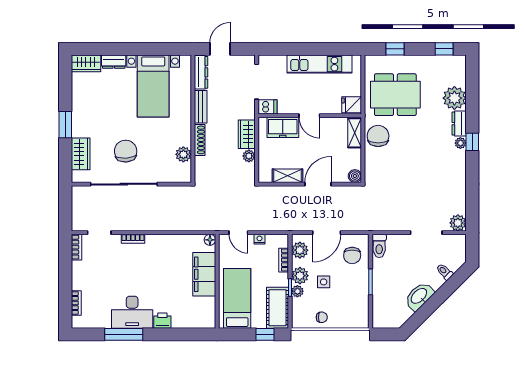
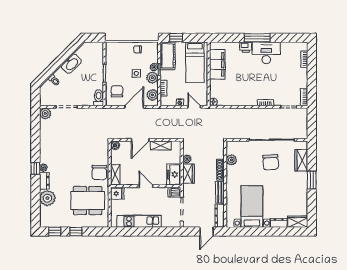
window: (395, 49) -> (76, 232), moved
freezer: (283, 127) -> (174, 174), moved, turned -90
filing cabinet: (204, 274) -> (217, 64), moved
window: (124, 334) -> (257, 38), moved

